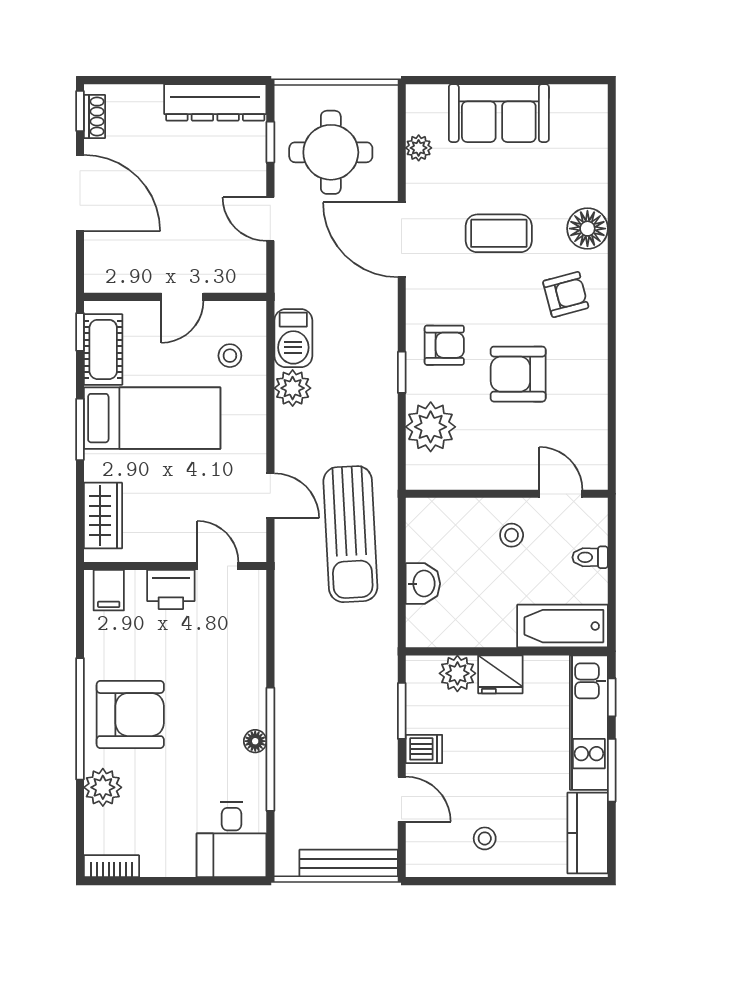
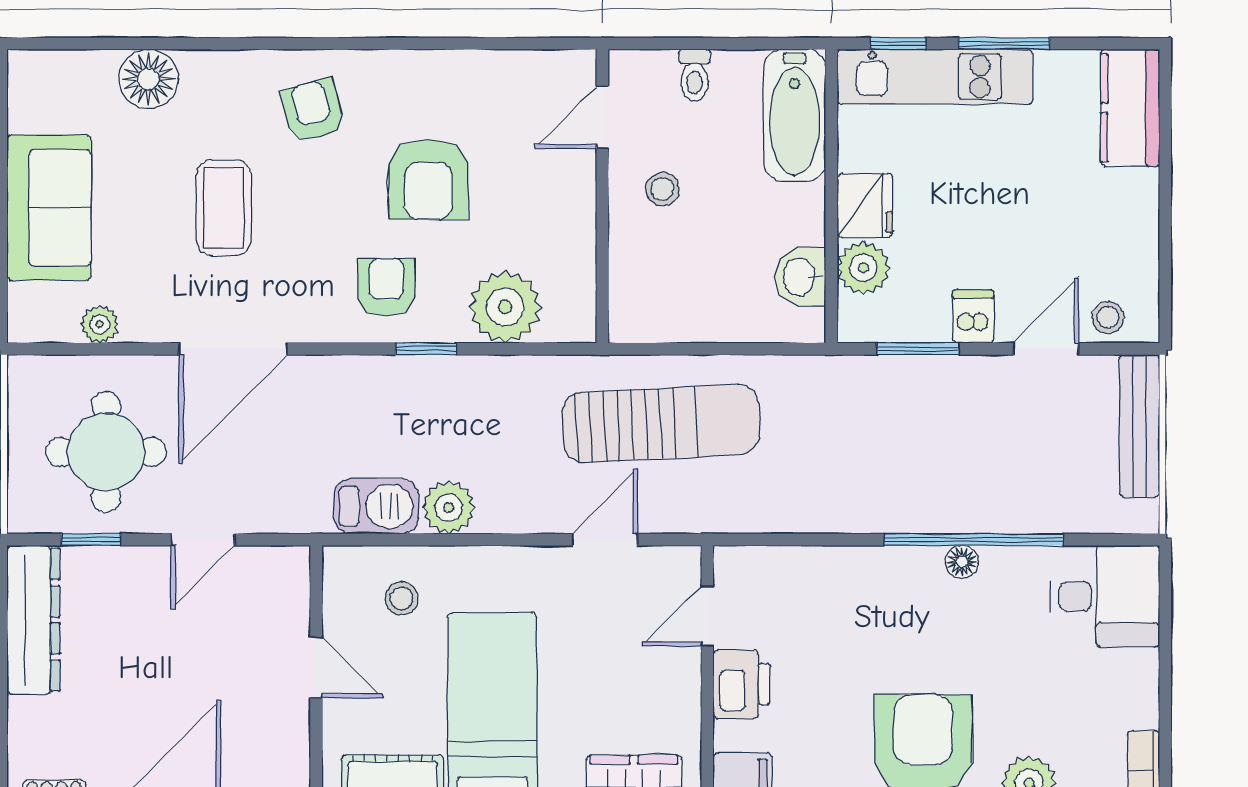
floor lamp: (587, 229) -> (148, 79), moved
washbasin: (423, 584) -> (800, 277), moved, turned -90
kitchen counter: (588, 833) -> (1130, 108), moved, turned 90
stool: (485, 838) -> (1108, 318), moved

